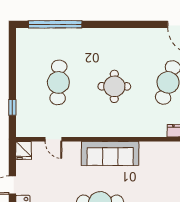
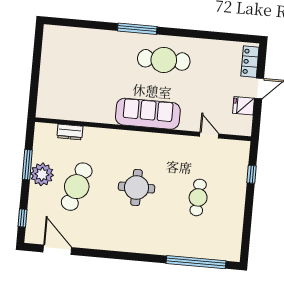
cafe table: (58, 82) -> (198, 197), width x0.73, depth x0.74
fridge: (24, 150) -> (244, 106), moved, turned -90

